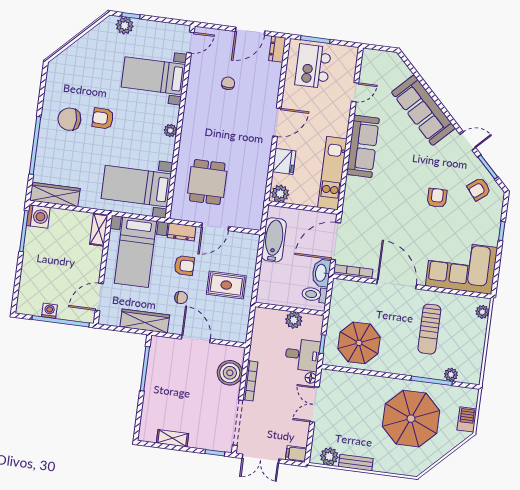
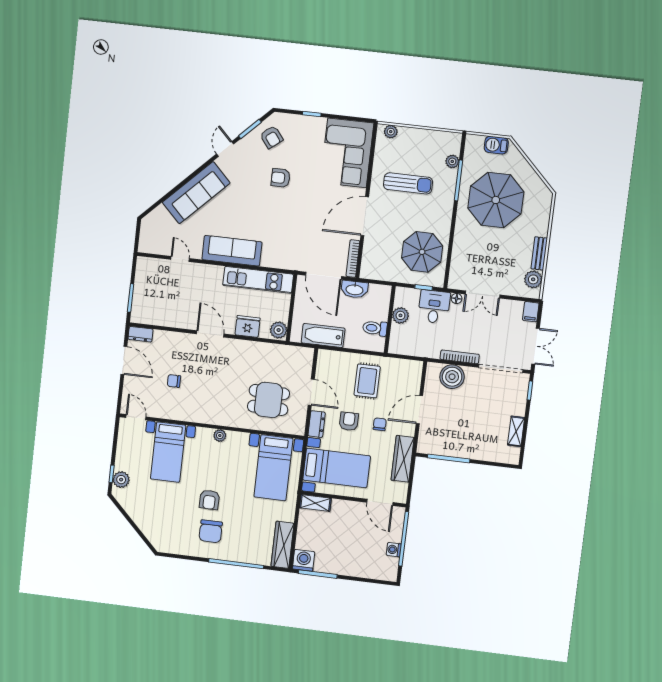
kitchen island: (313, 66) -> (156, 300), removed
toilet: (314, 294) -> (375, 328), moved, turned 90

